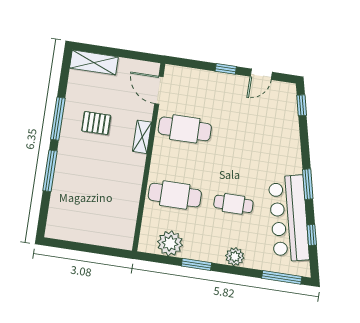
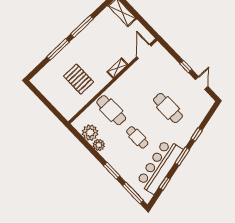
door: (261, 74) -> (202, 83), swing flipped
window: (302, 105) -> (197, 134), moved
pallet: (96, 123) -> (79, 79), moved, width x1.50, depth x1.42
cafe table: (185, 129) -> (168, 108), moved
plant: (235, 257) -> (99, 145), moved
window: (196, 264) -> (112, 171), moved

